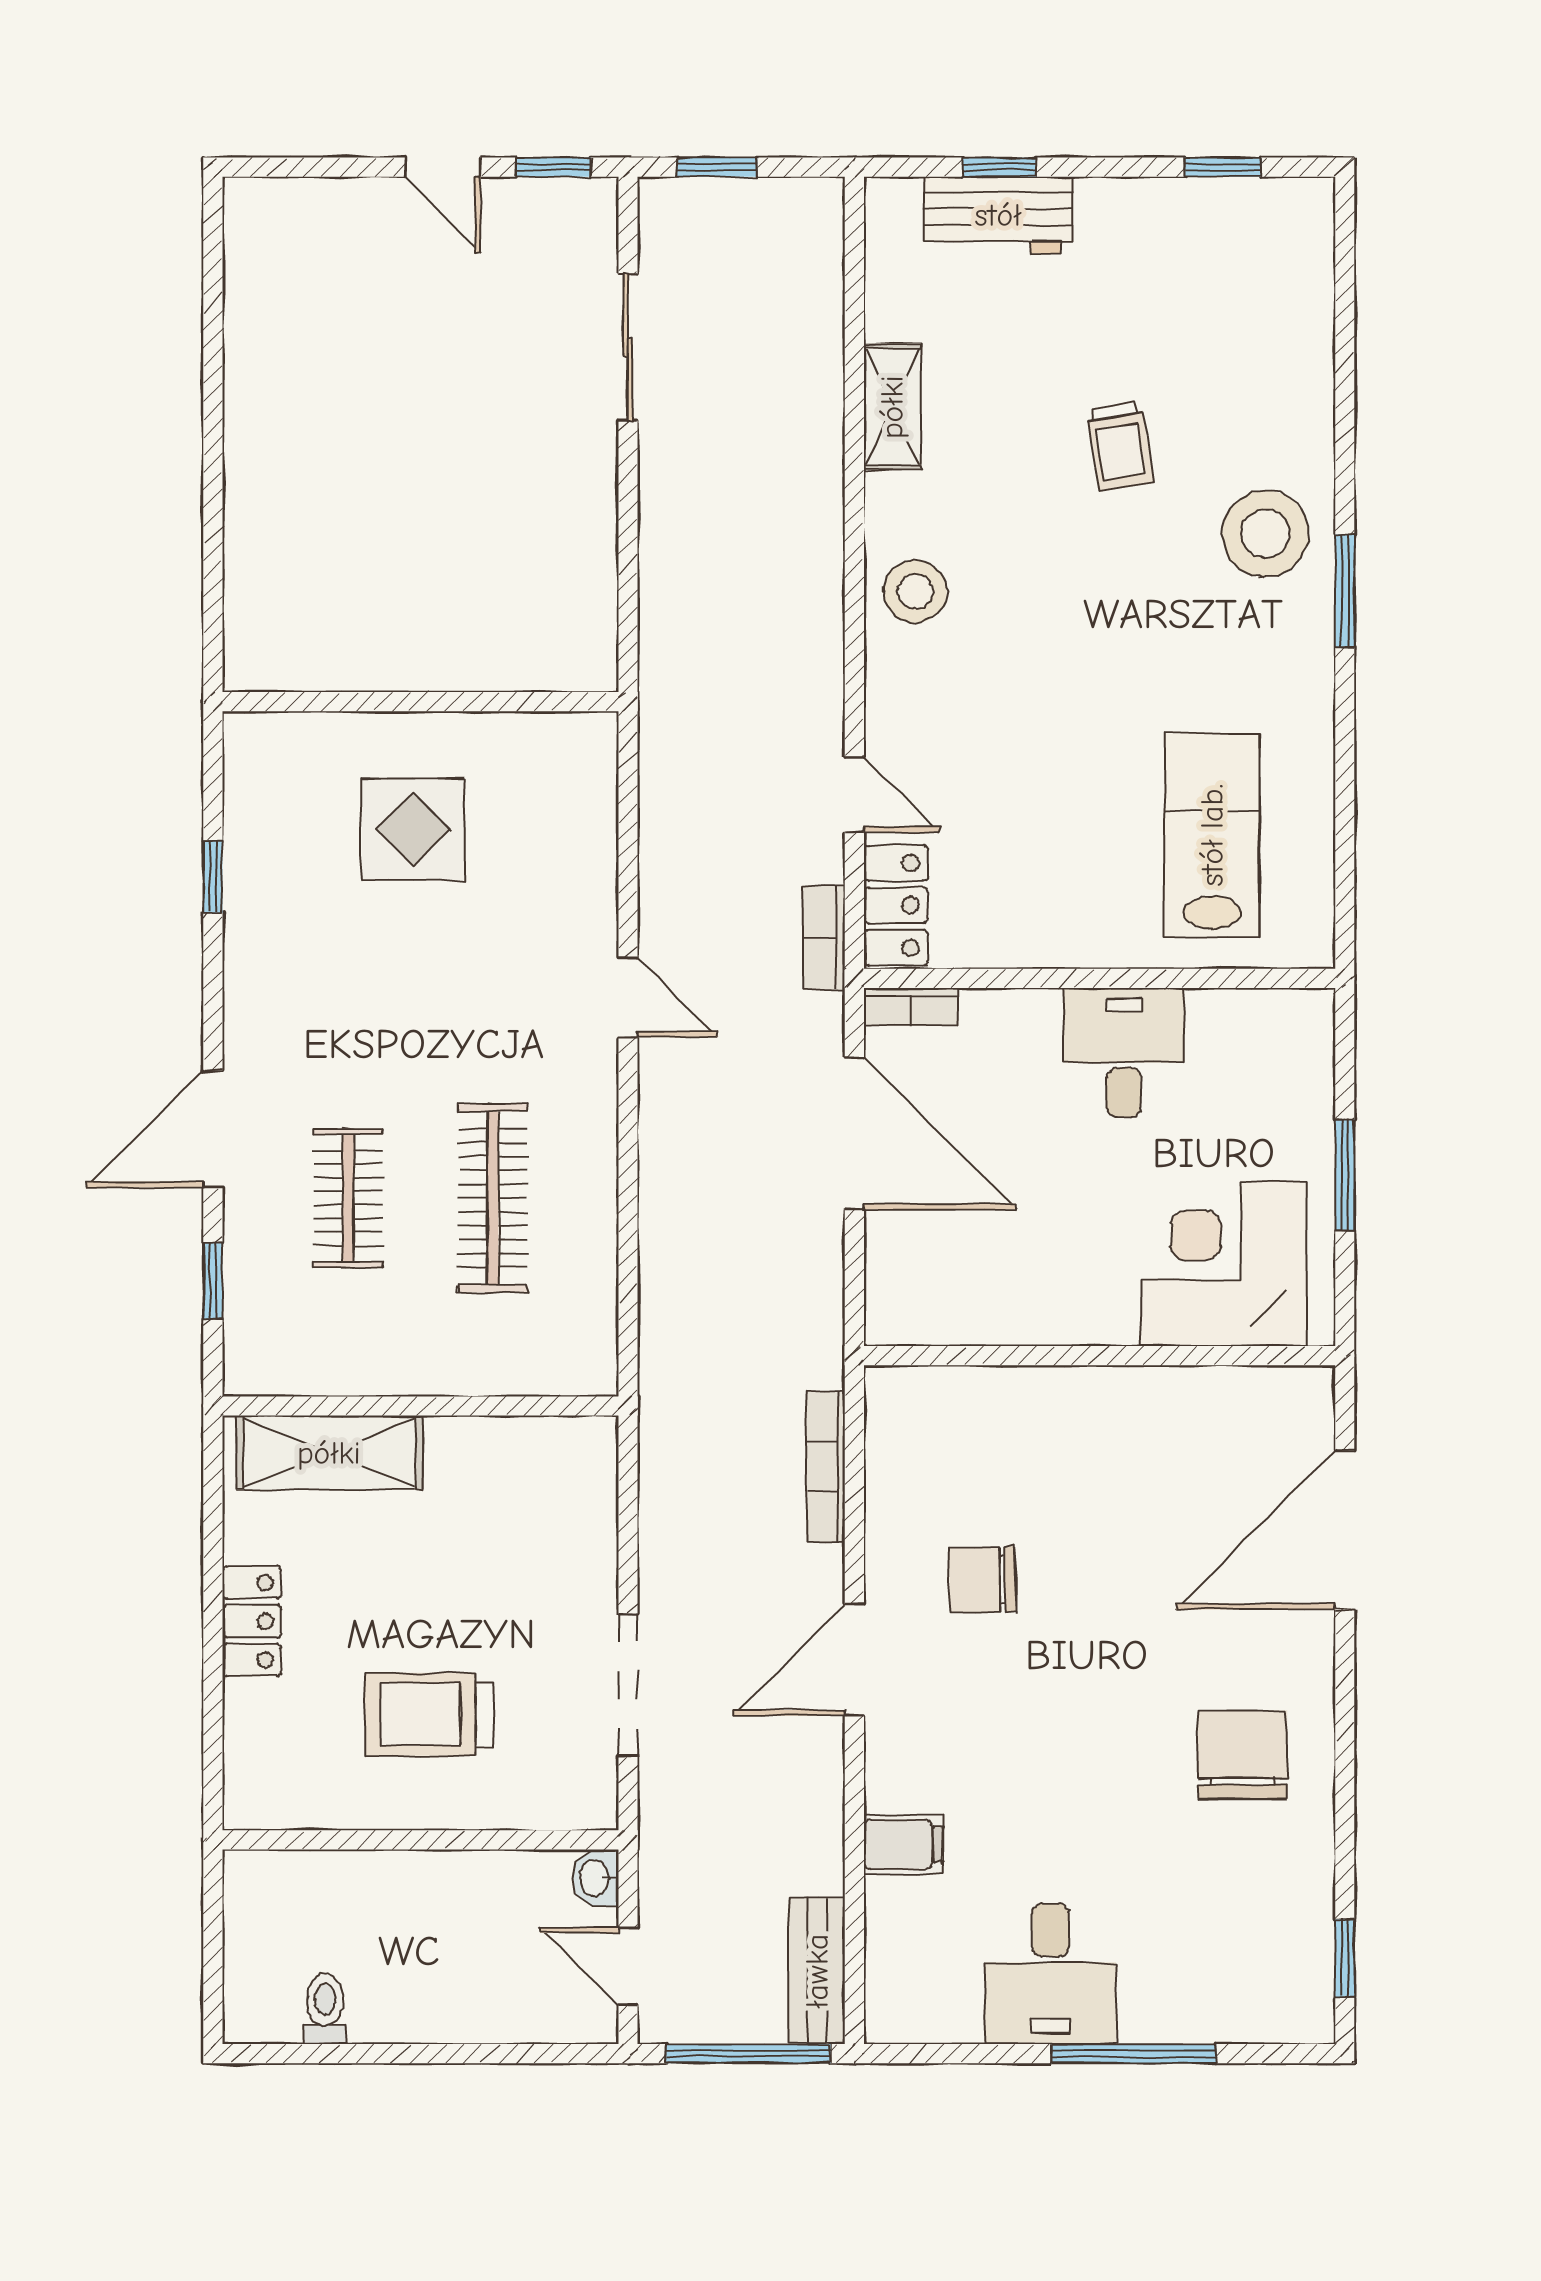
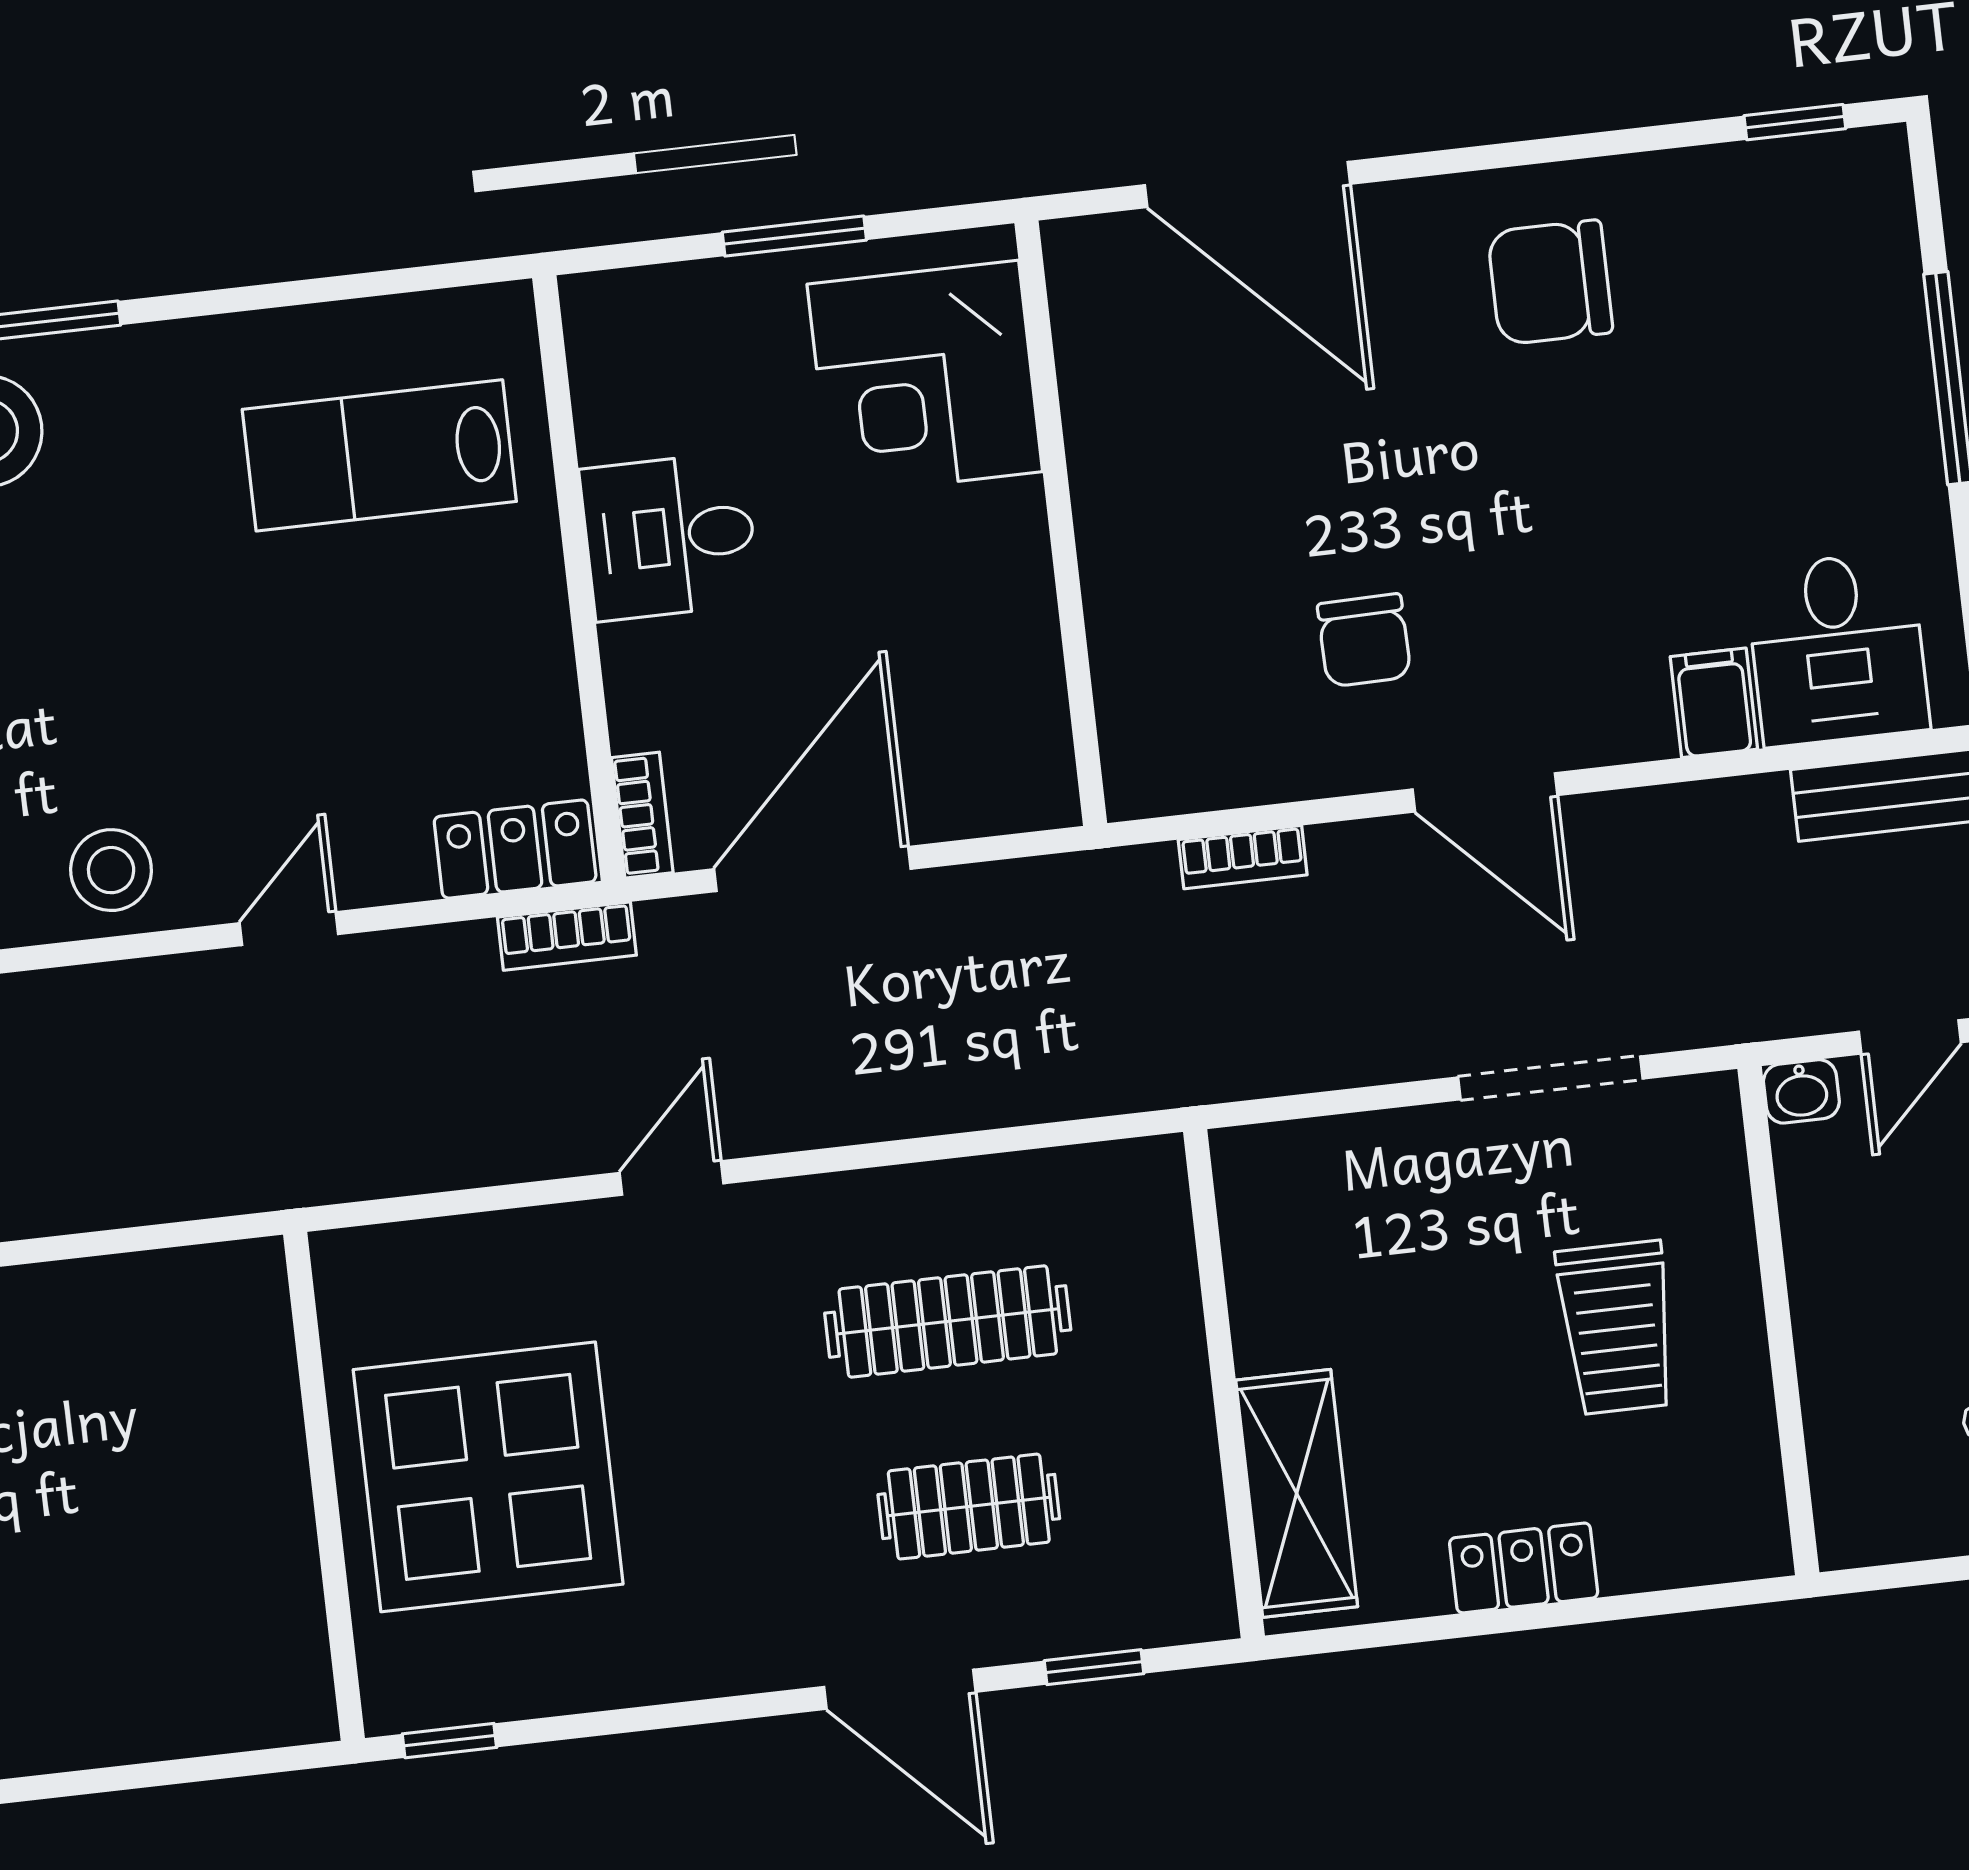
door: (854, 795) -> (289, 929), moved
display table: (413, 829) -> (488, 1477), width x1.86, depth x1.86
window: (213, 877) -> (449, 1741), moved
bookcase: (826, 1467) -> (1243, 857), width x0.64
desk: (1051, 1974) -> (1837, 649), moved, turned 90

